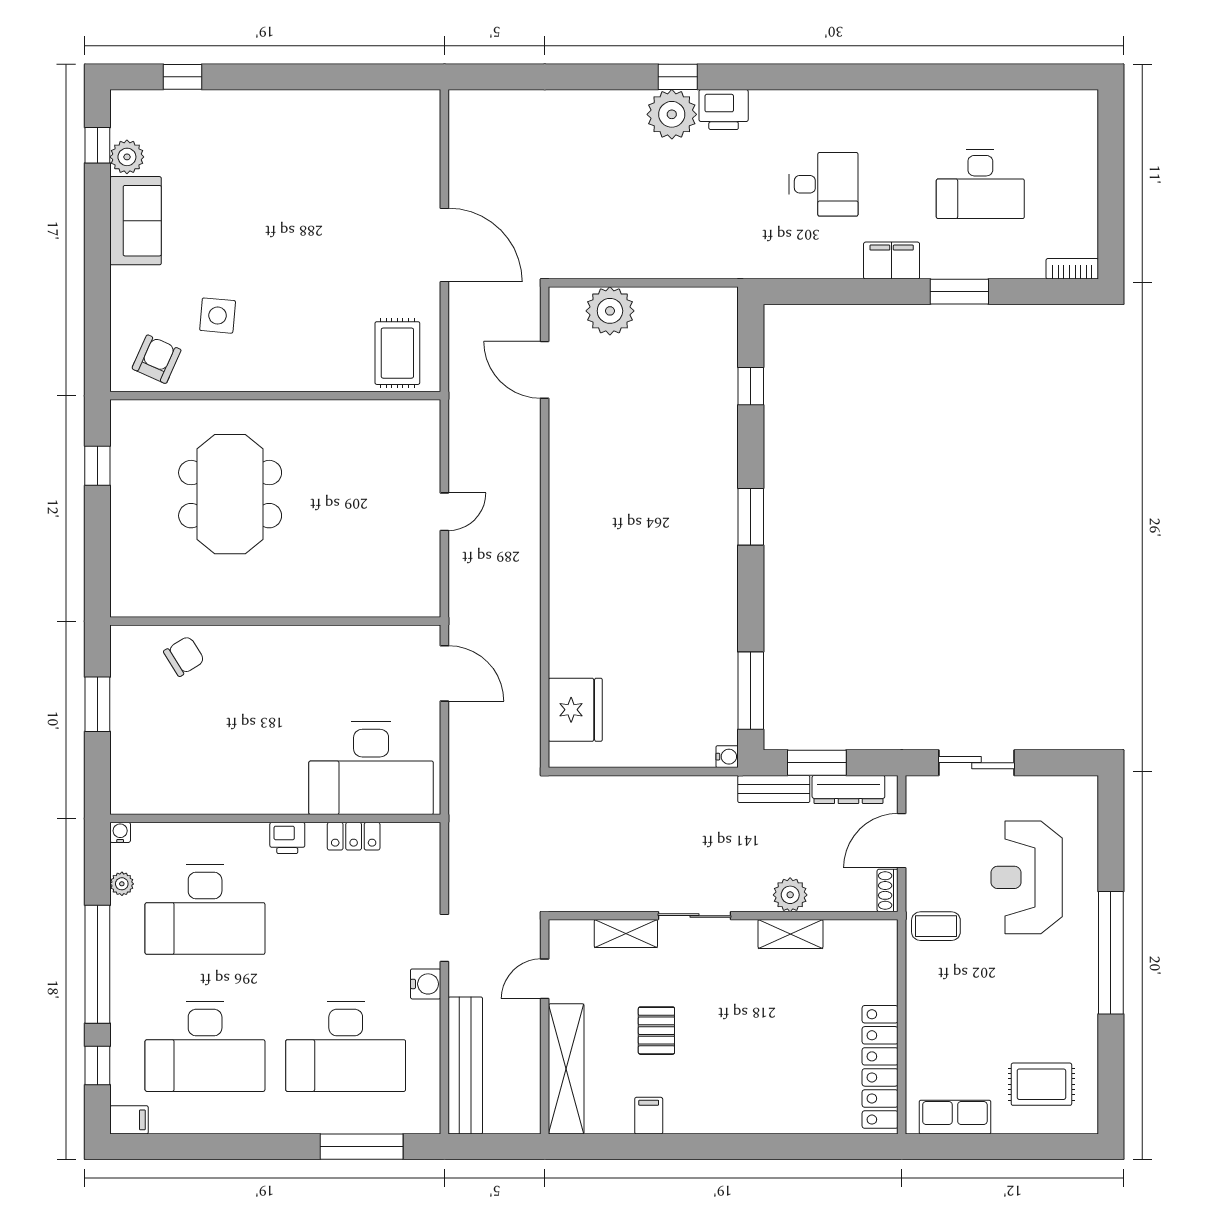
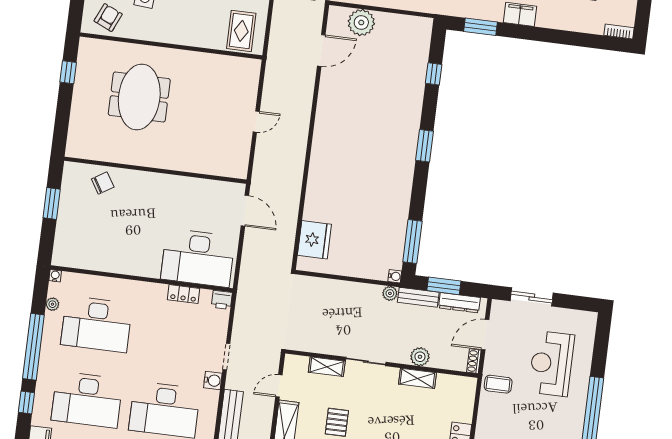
window: (959, 292) -> (480, 27), moved
door: (545, 370) -> (321, 51), swing flipped
plant: (722, 788) -> (390, 293), added
printer: (287, 838) -> (222, 300), moved

